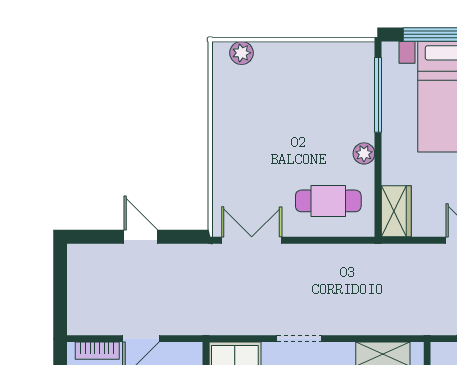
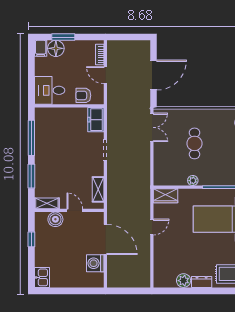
cafe table: (328, 201) -> (194, 143), moved
door: (141, 237) -> (153, 75), width x1.87

